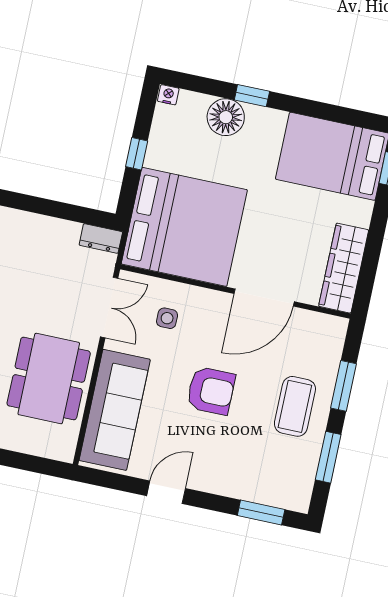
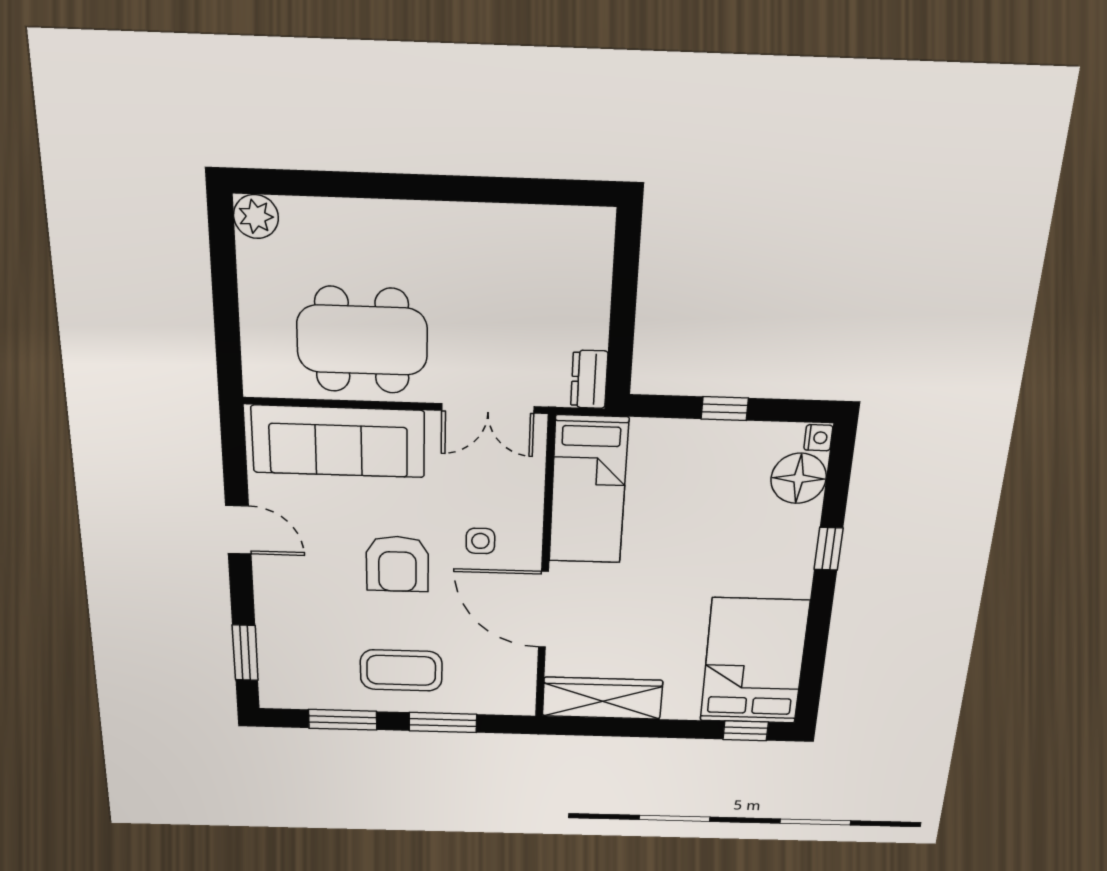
floor lamp: (226, 117) -> (799, 478), moved
bed: (184, 227) -> (588, 490), width x0.49
side table: (167, 318) -> (480, 541), moved

